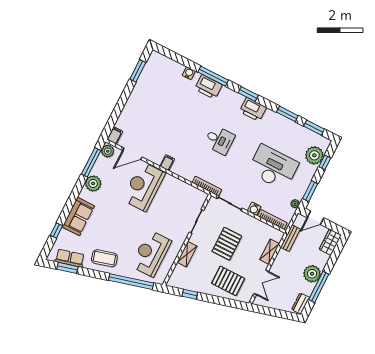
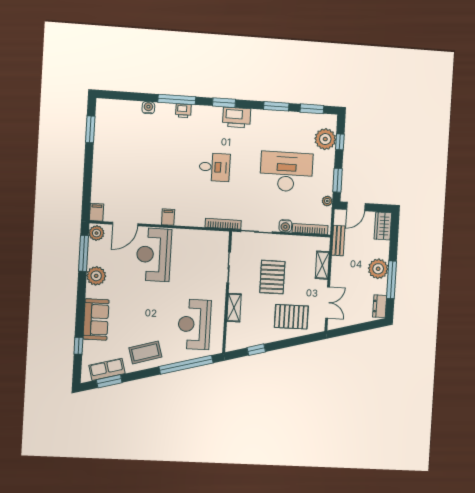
printer: (208, 87) -> (183, 111), width x0.53, depth x0.68

